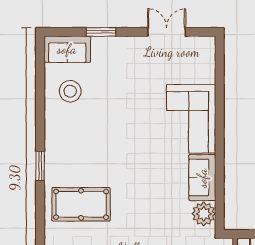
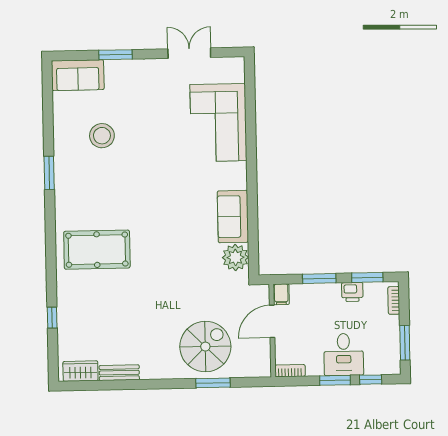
stool: (70, 91) -> (102, 136), moved
corner sofa: (191, 119) -> (218, 123), moved
window: (40, 166) -> (49, 173), moved

